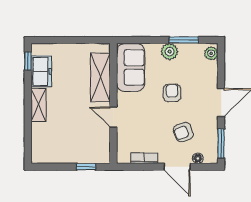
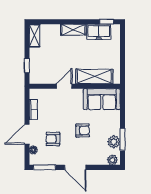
plant: (170, 52) -> (114, 142), moved
armchair: (183, 132) -> (53, 139), turned -69
shelving: (46, 157) -> (34, 36), added

